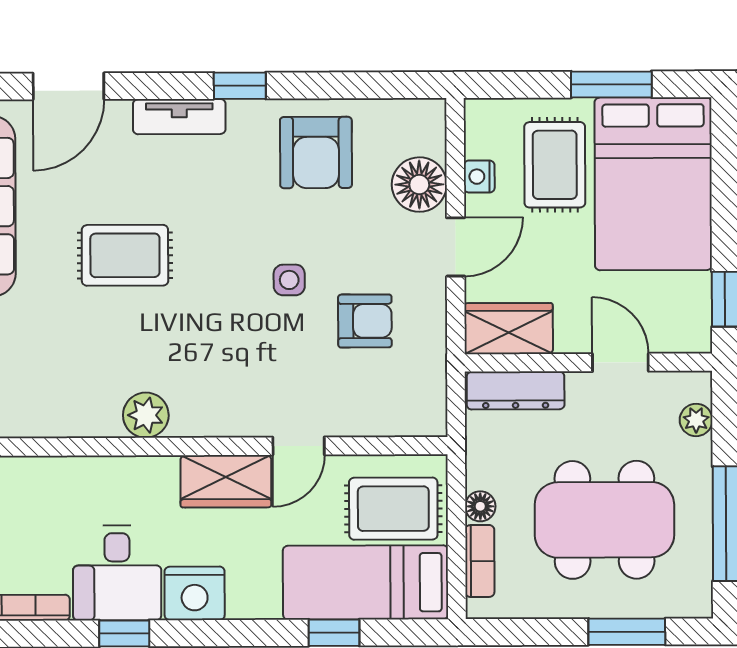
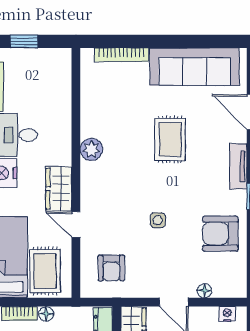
nightstand: (479, 177) -> (227, 314), moved
floor lamp: (419, 185) -> (204, 291), width x0.53, depth x0.53
armchair: (365, 321) -> (111, 268), moved

